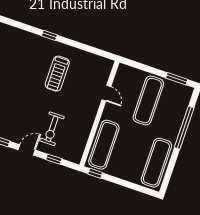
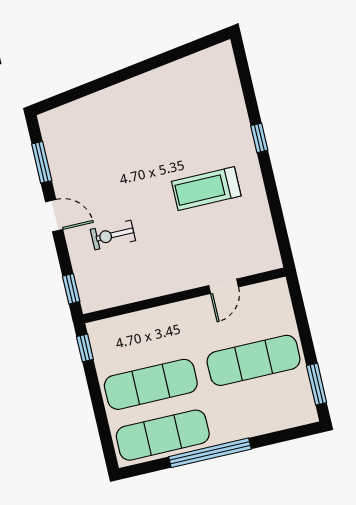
window: (184, 128) -> (210, 453), moved
exercise bike: (52, 129) -> (113, 235), width x0.73, depth x0.72
exercise mat: (104, 145) -> (151, 384), moved
window: (54, 159) -> (71, 289), moved

